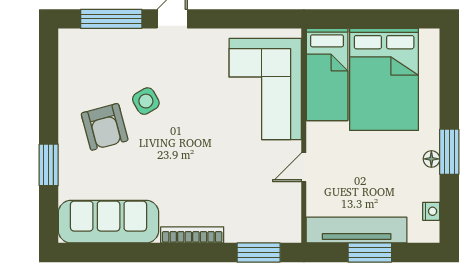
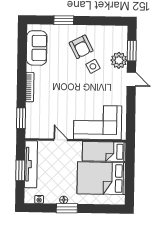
window: (111, 19) -> (132, 51), width x0.69
plant: (132, 46) -> (119, 60), added
armchair: (105, 127) -> (81, 47), turned -102
sofa: (109, 222) -> (37, 48), width x0.73

